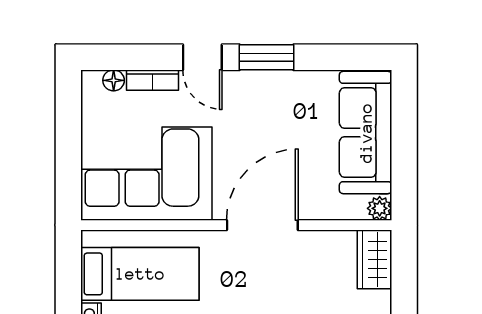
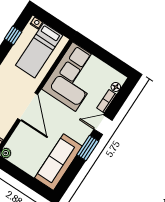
sofa: (366, 133) -> (58, 162), moved, turned -90

